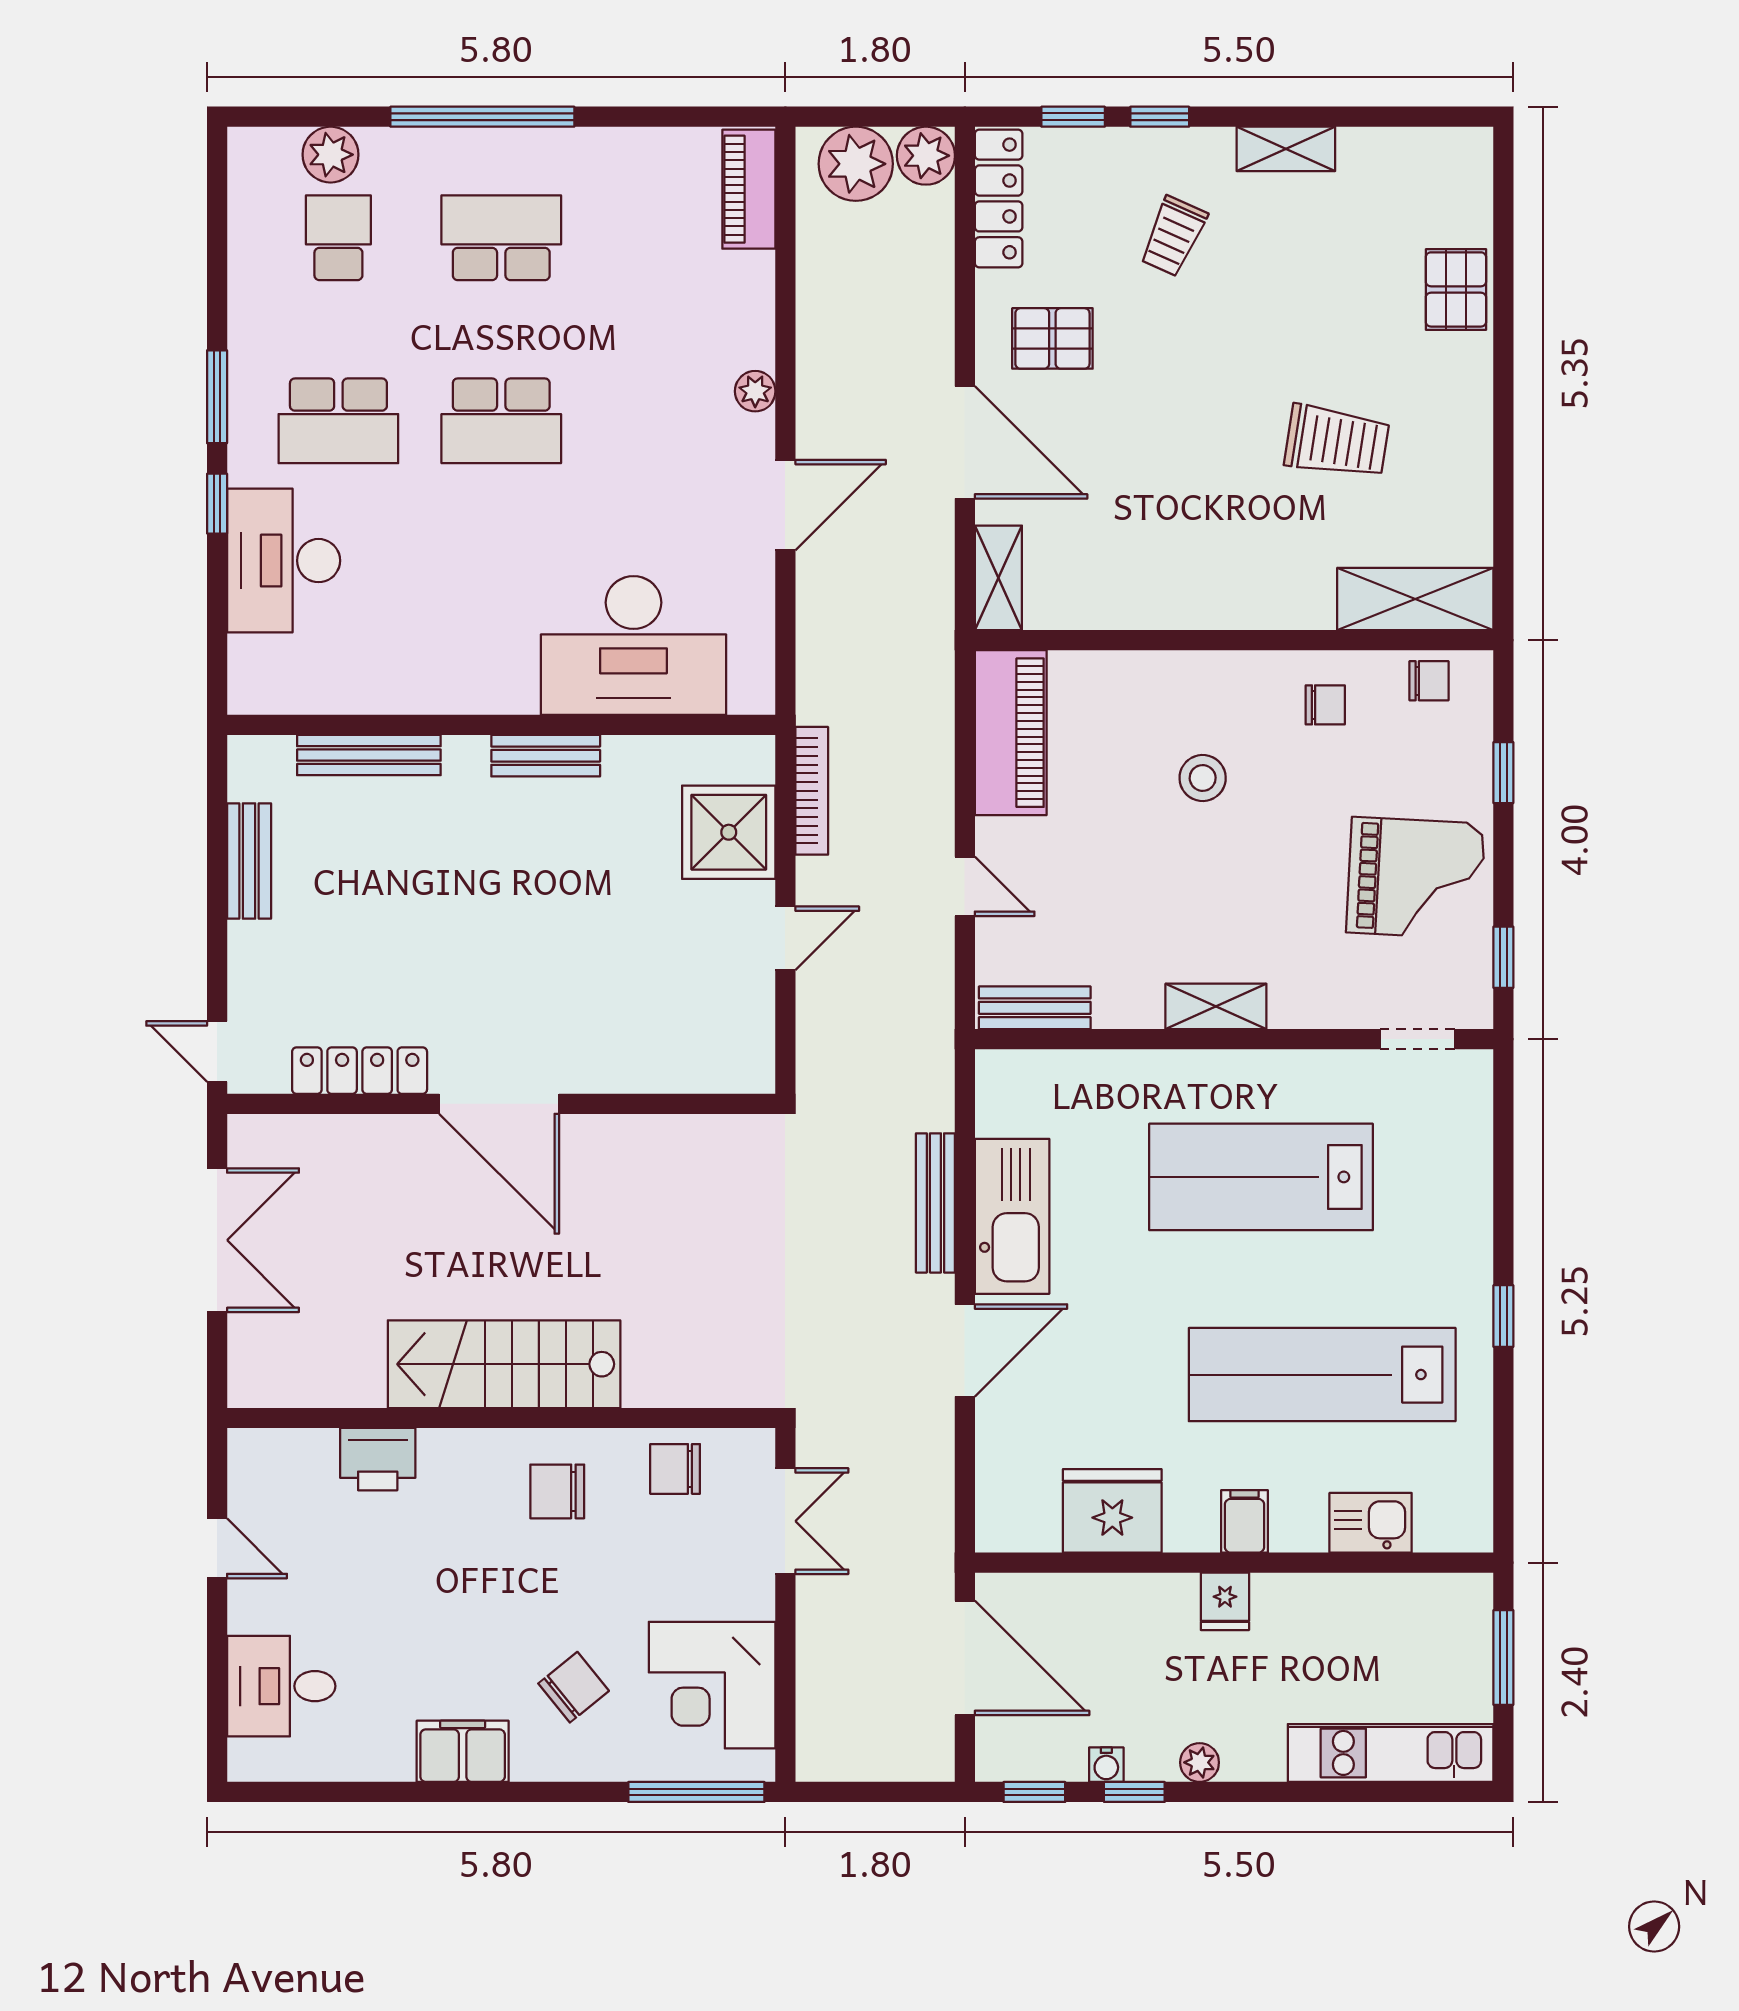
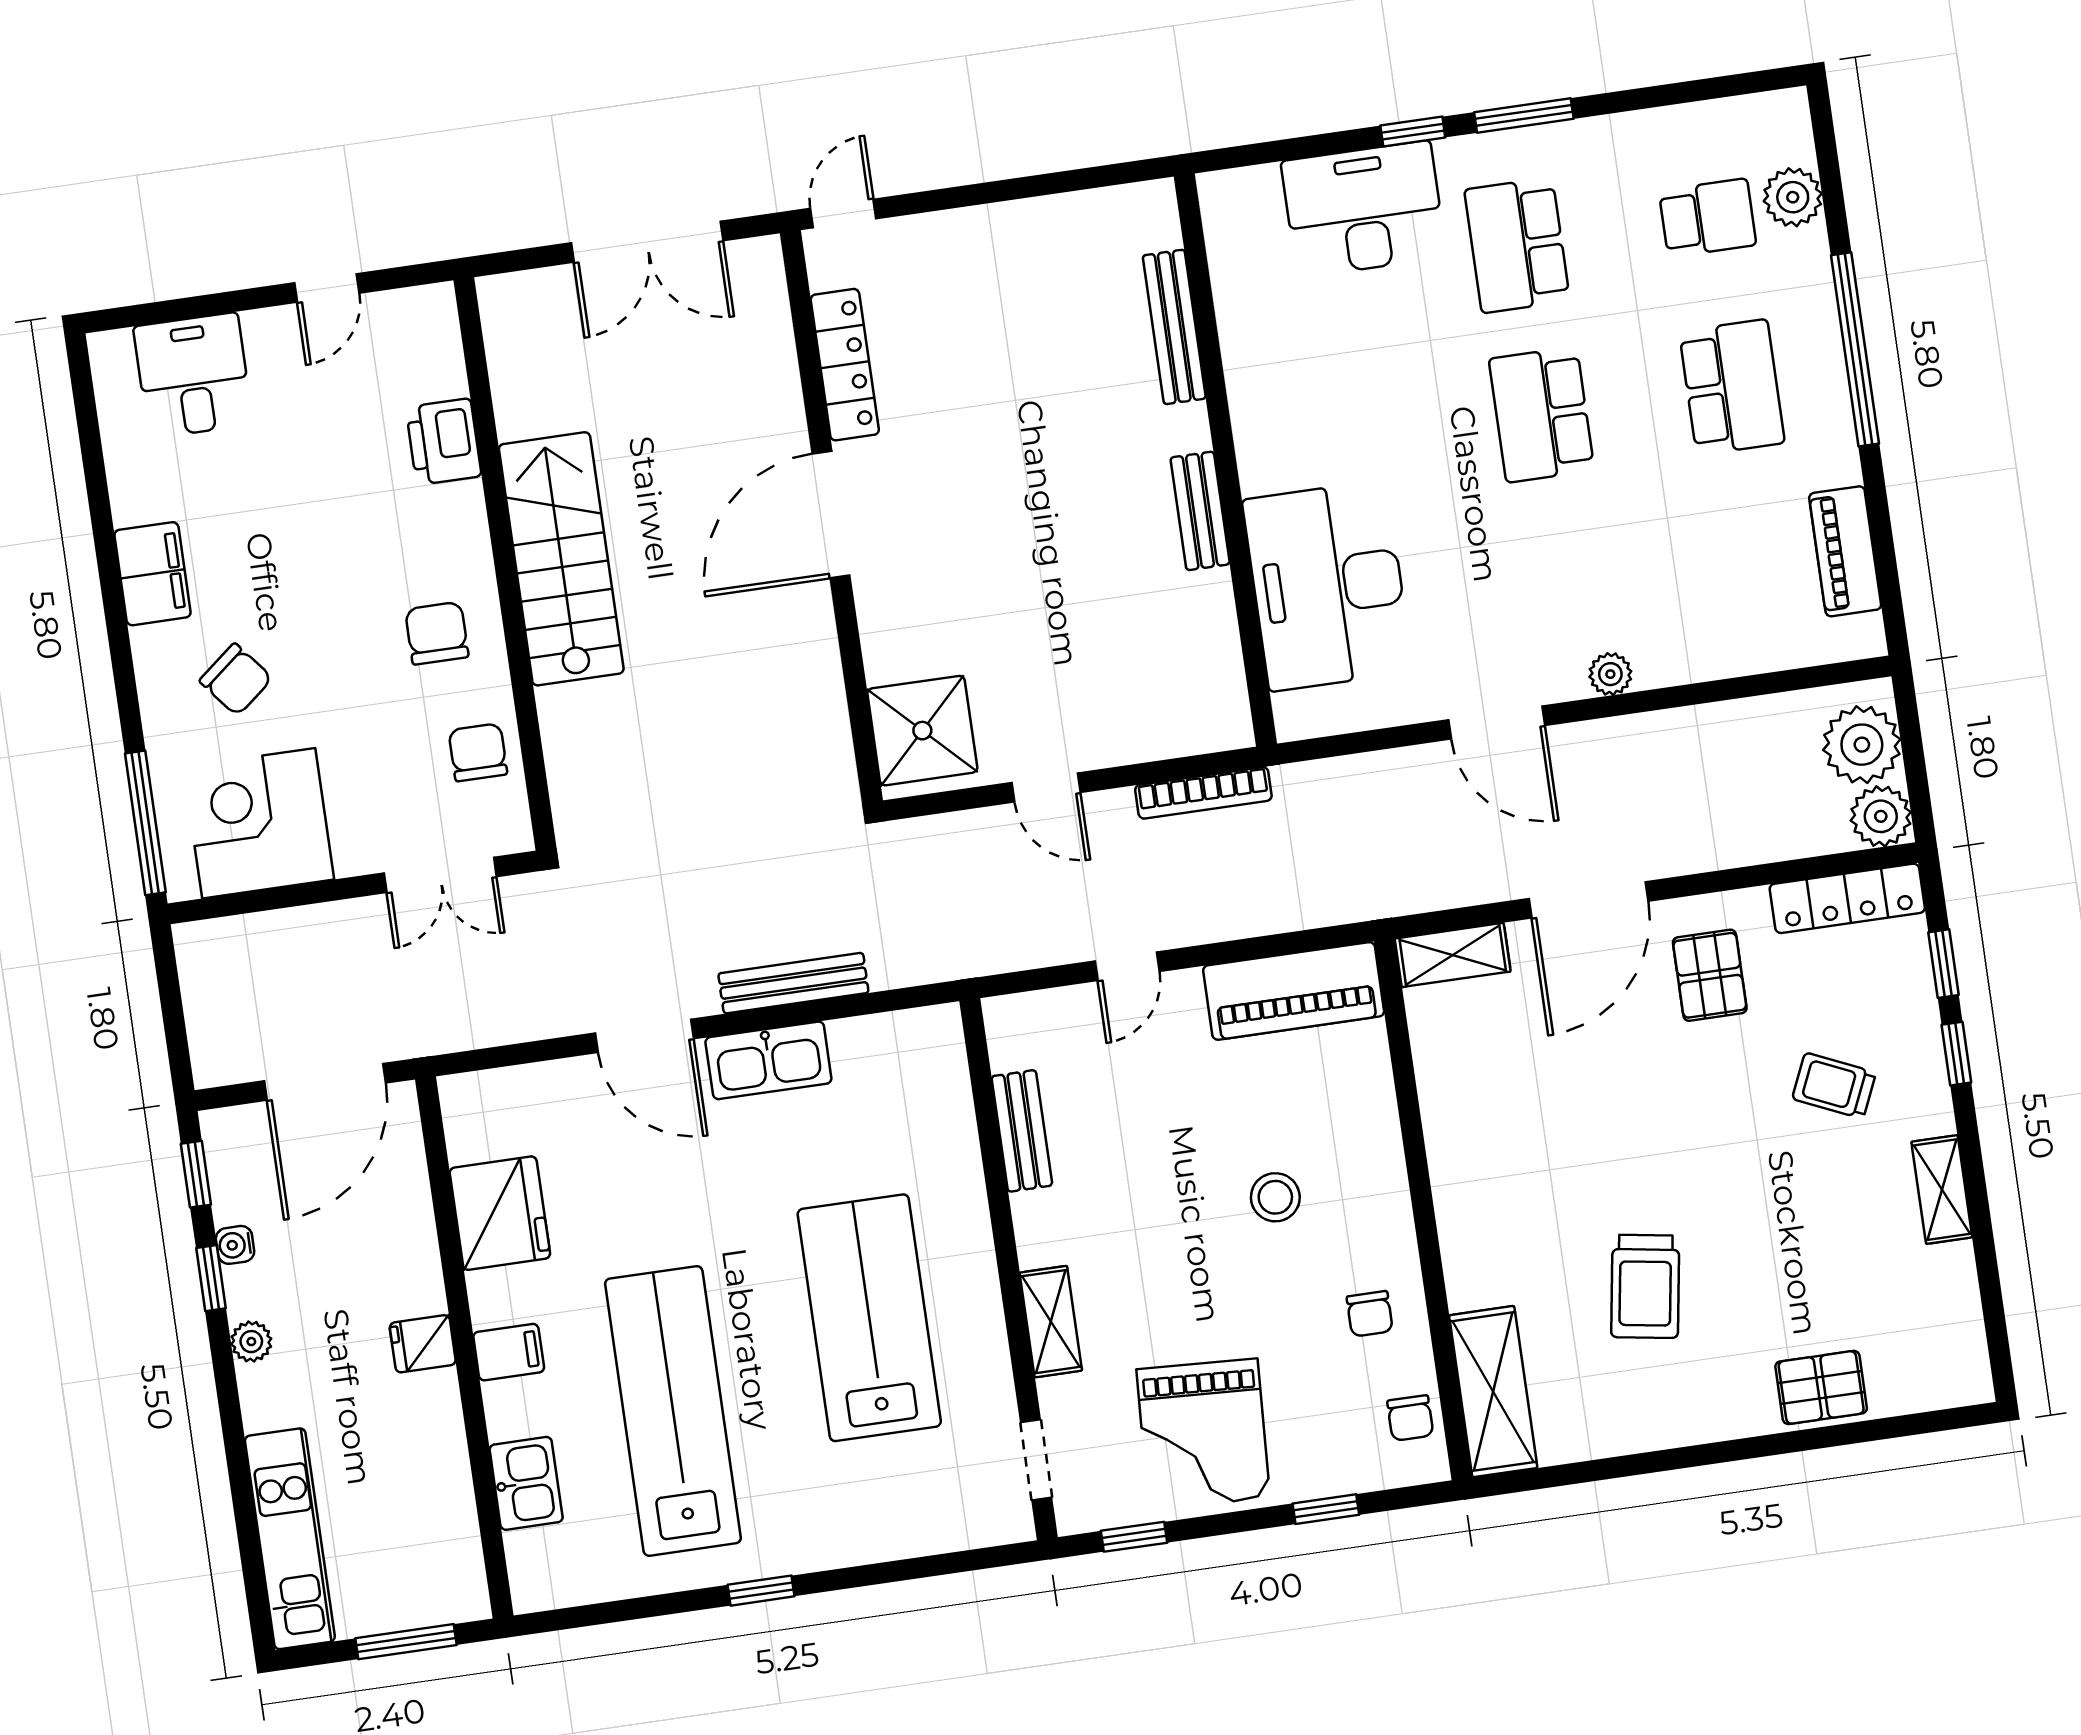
piano: (749, 189) -> (1845, 551), moved, turned -90
shower: (729, 832) -> (922, 731), moved
bench: (249, 861) -> (1046, 218), removed
shelving: (1216, 1006) -> (1051, 1322), moved
bench: (1035, 1008) -> (1022, 1131), moved
kitchen sink: (1012, 1216) -> (768, 1060), width x0.73, depth x0.81

